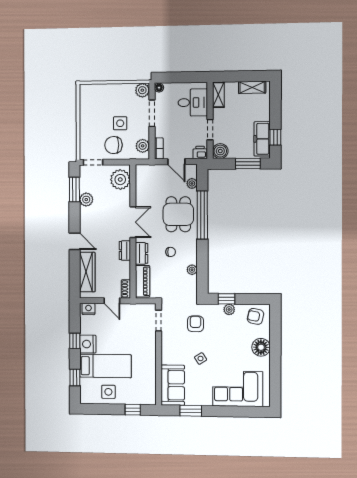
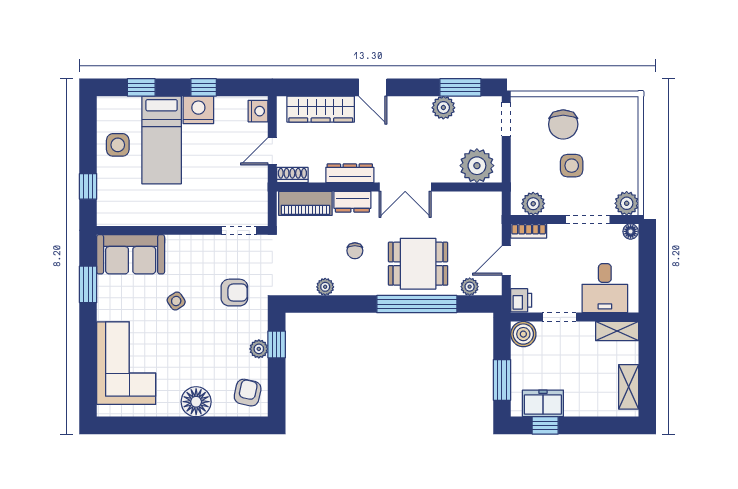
freezer: (262, 139) -> (543, 403), width x0.71
chair: (113, 145) -> (563, 124), moved, turned 180
door: (75, 241) -> (373, 87), hinge flipped
dresser: (125, 251) -> (350, 173), width x1.44

